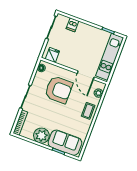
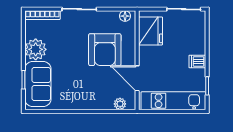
dishwasher: (72, 25) -> (197, 61), moved
fridge: (52, 55) -> (151, 31), width x1.88, depth x1.34
door: (86, 75) -> (137, 78), hinge flipped
coffee table: (88, 111) -> (91, 99), removed

